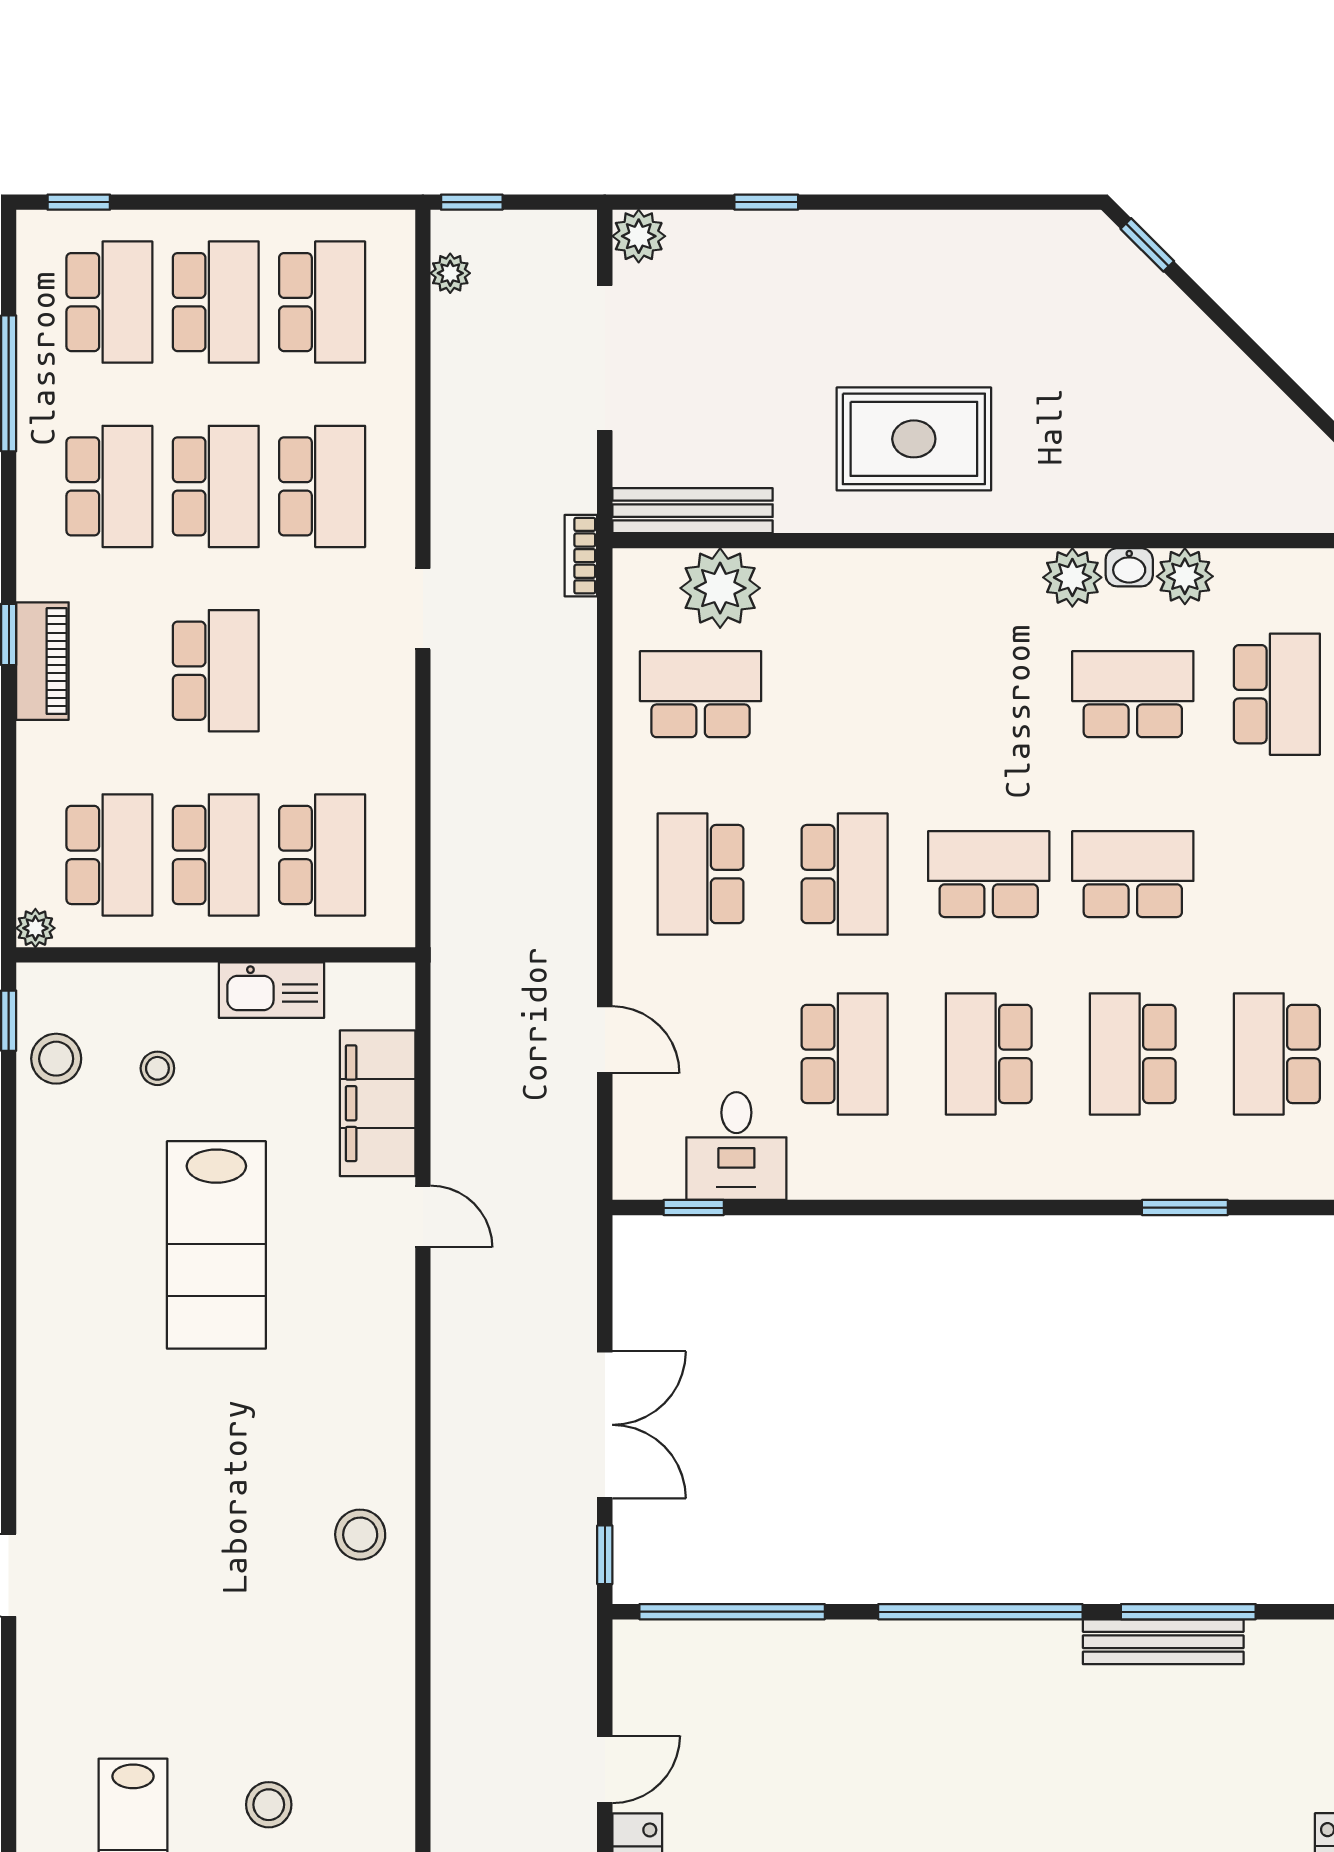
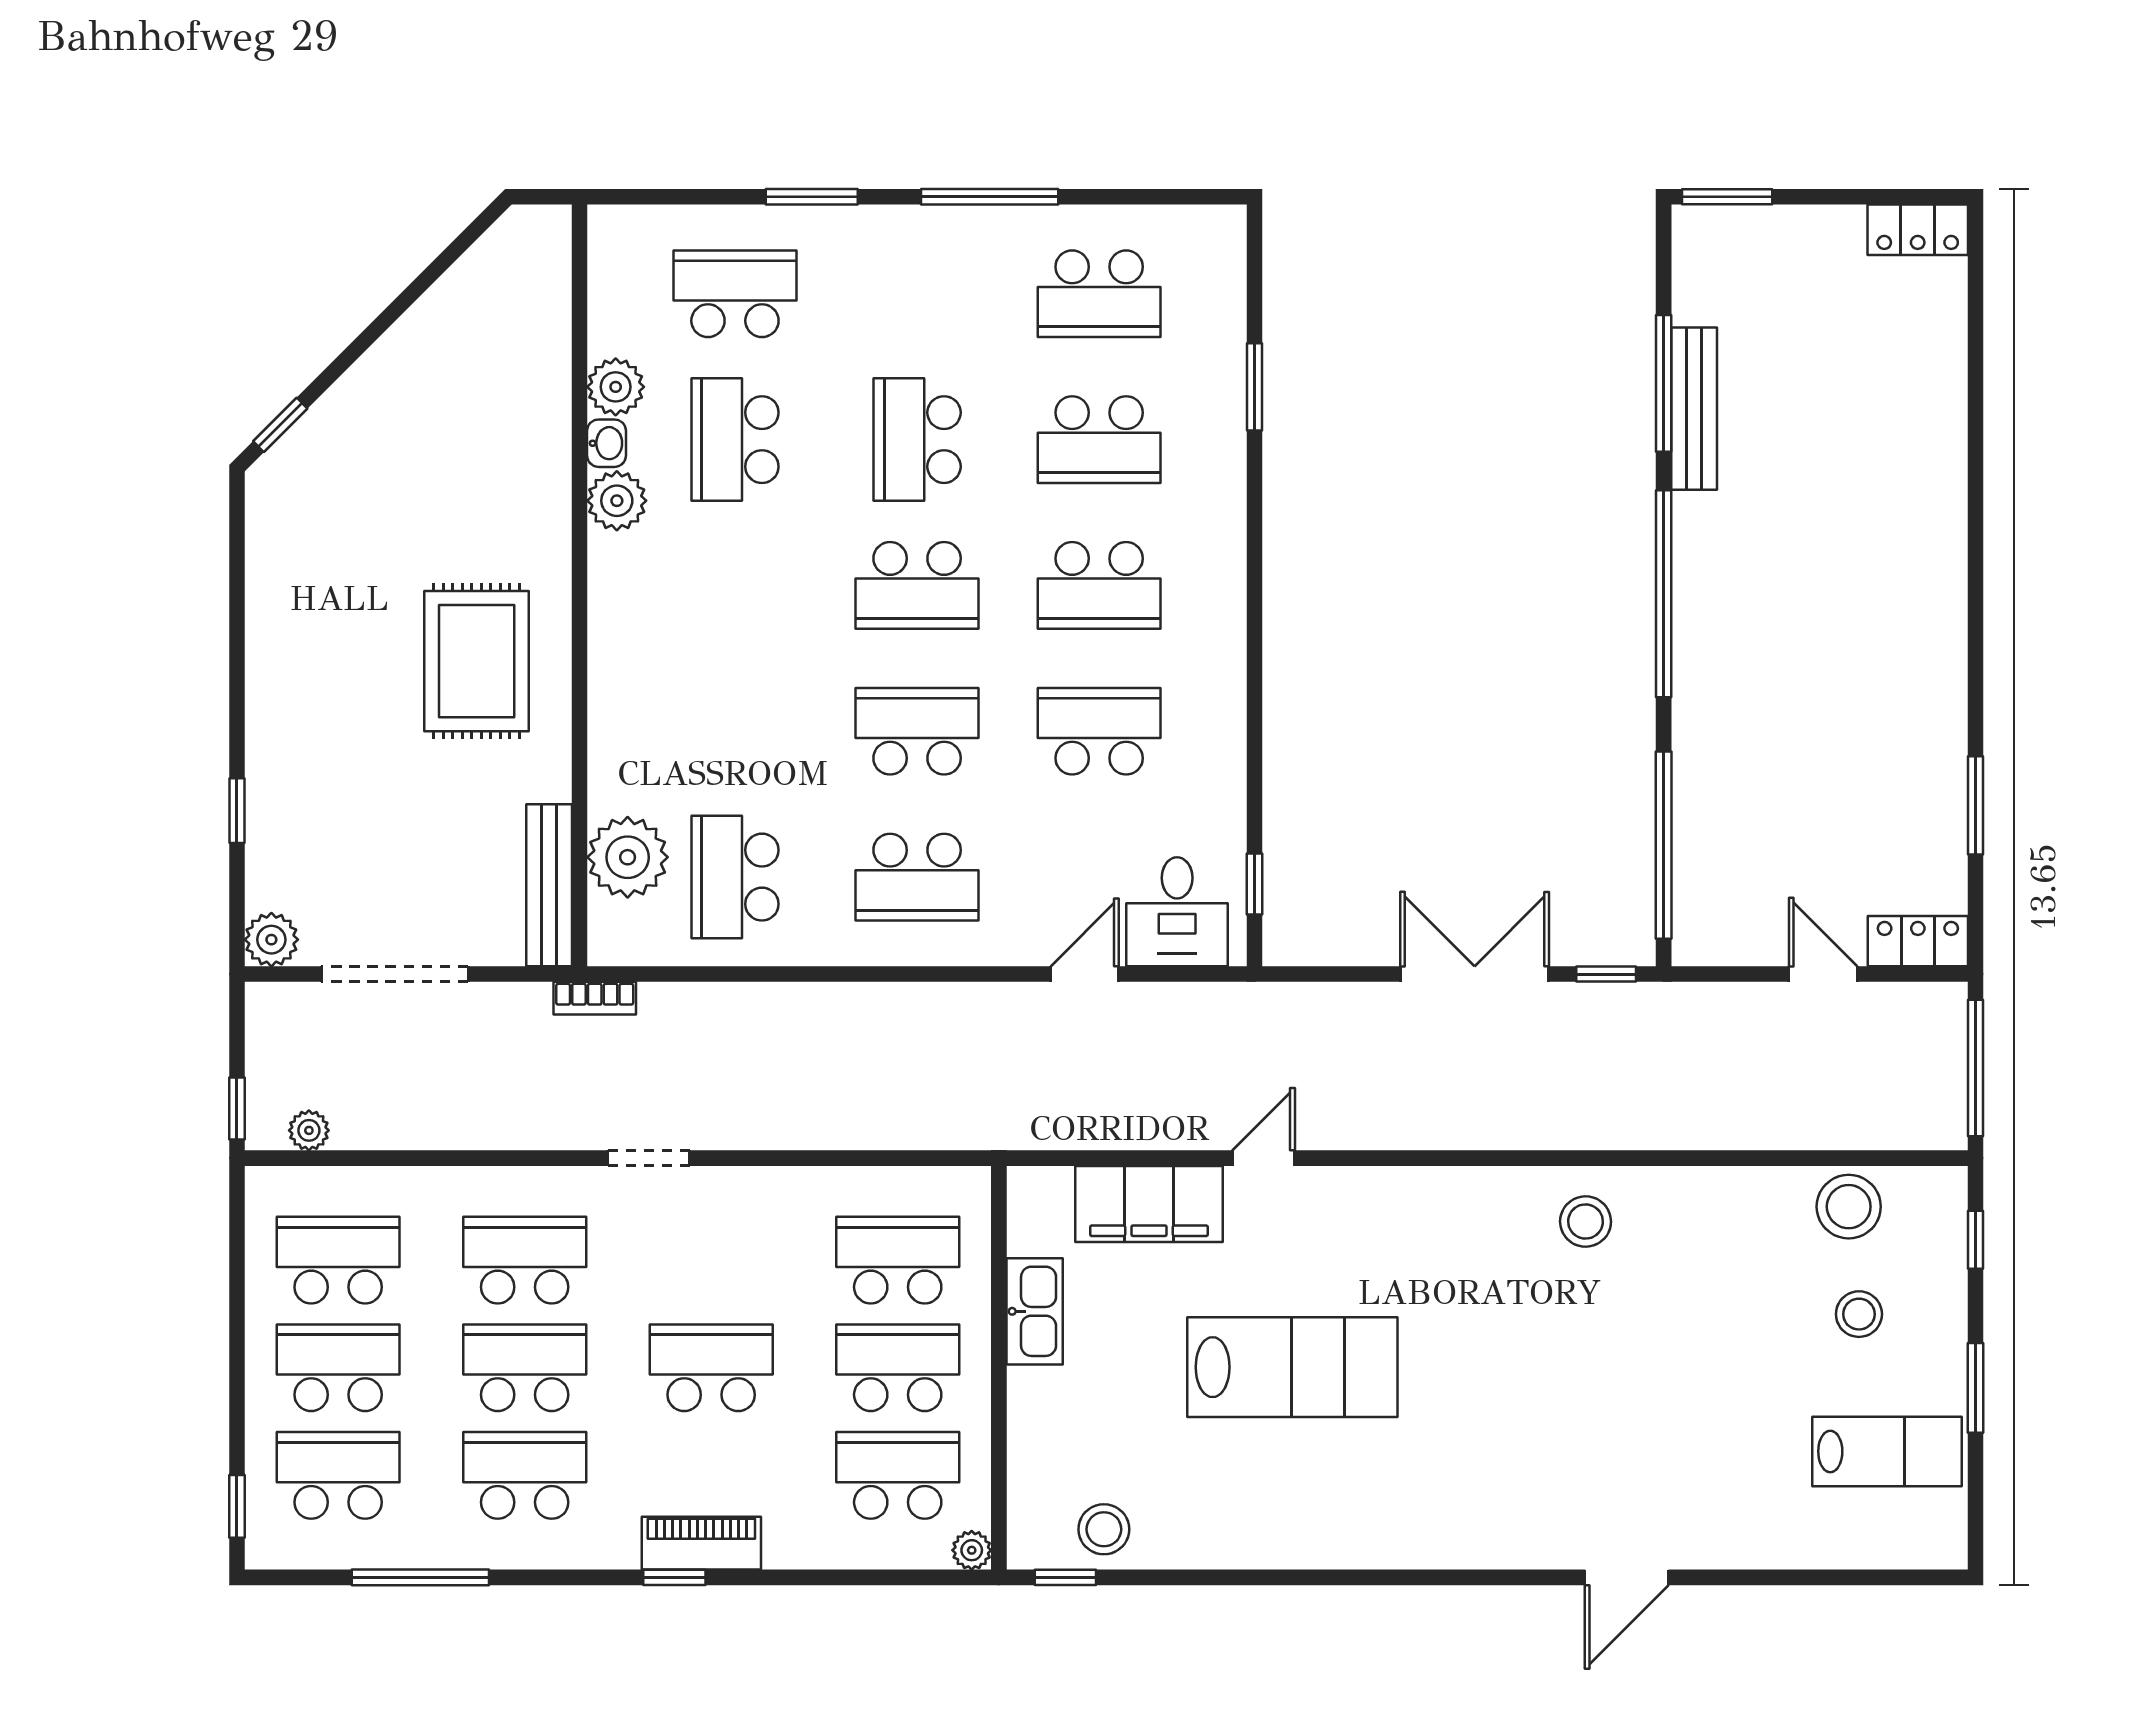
school desk: (989, 874) -> (917, 585), turned -90
stool: (157, 1068) -> (1849, 1207), moved, width x1.89, depth x1.89
desk: (736, 1146) -> (1177, 912), moved, turned 90

